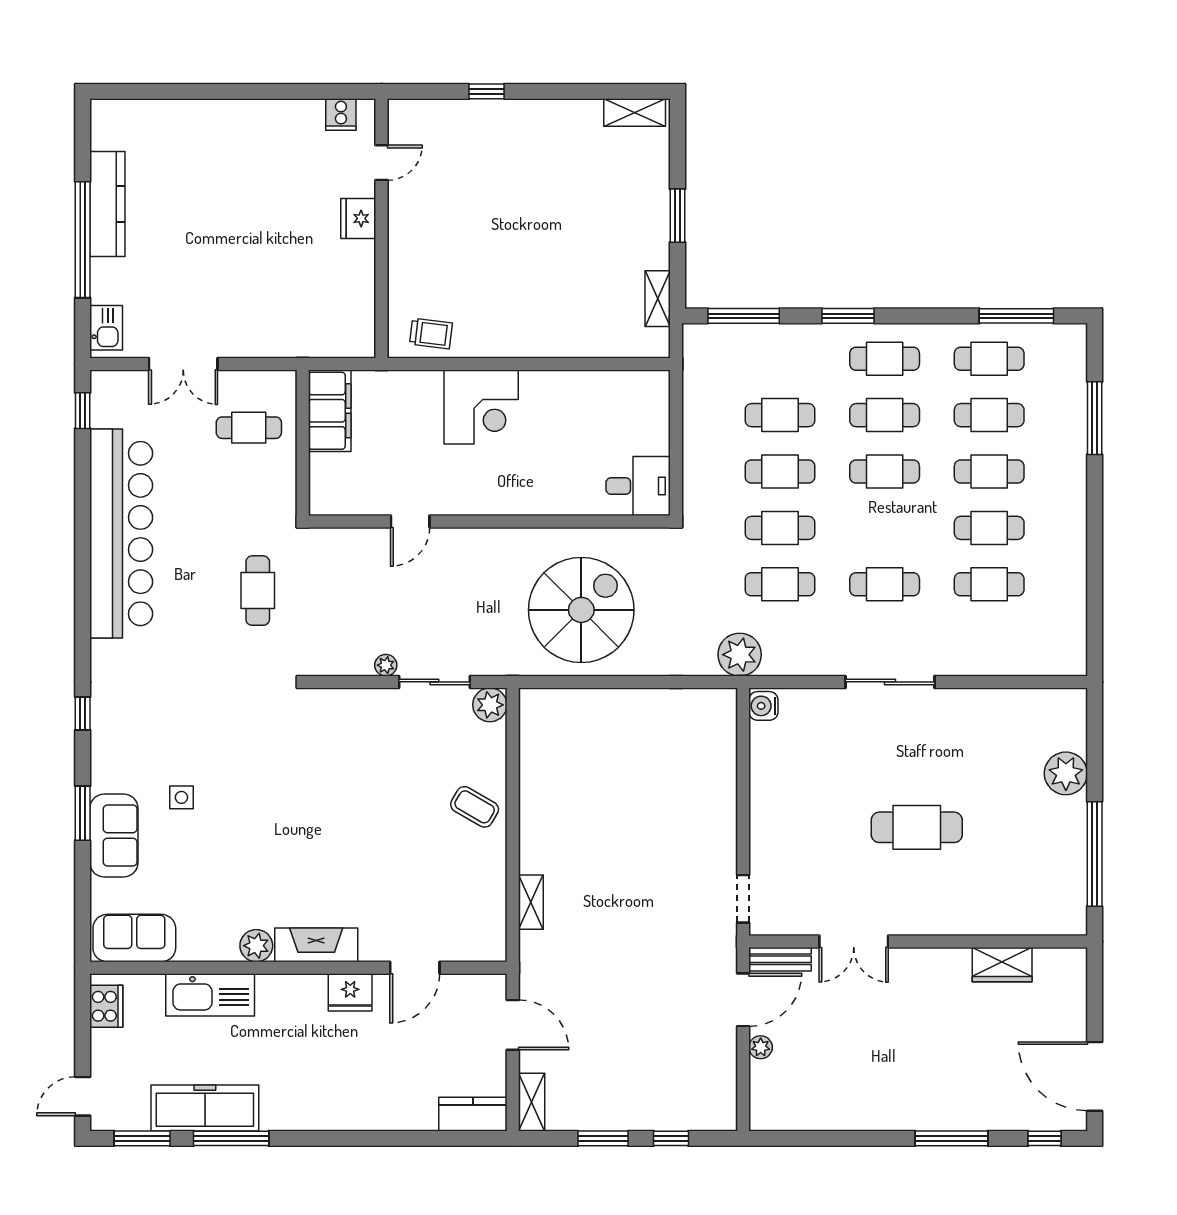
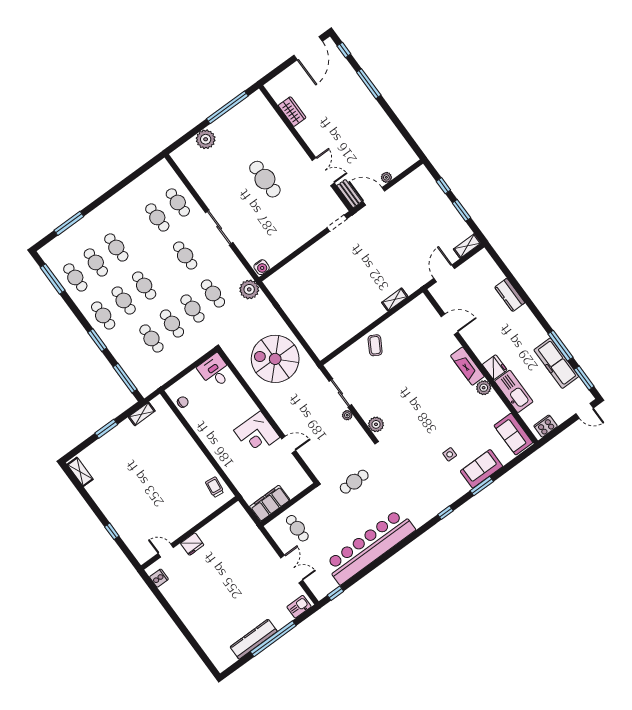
chair: (625, 388) -> (183, 402), added
corner desk: (481, 407) -> (257, 434), moved, turned 180
cafe table: (989, 528) -> (178, 202), moved
plant: (490, 705) -> (376, 424), moved
fridge: (350, 992) -> (495, 367), moved
kitchen counter: (473, 1114) -> (510, 295), moved

